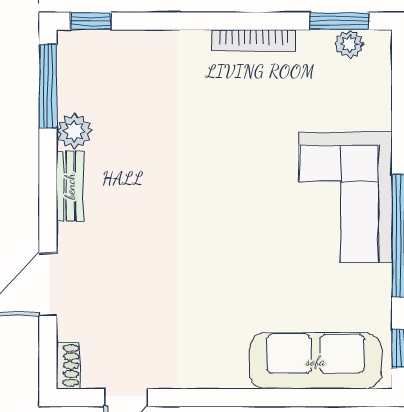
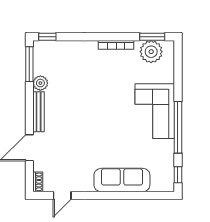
plant: (350, 44) -> (151, 52), width x1.88, depth x1.88
bench: (70, 186) -> (39, 112), width x1.36
sofa: (316, 361) -> (122, 180), moved

